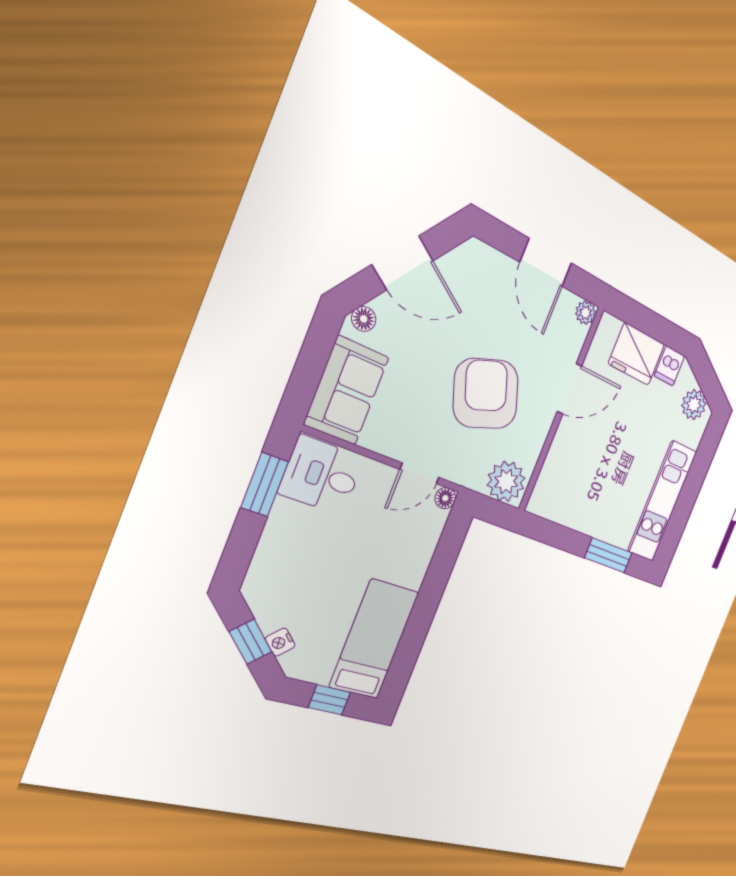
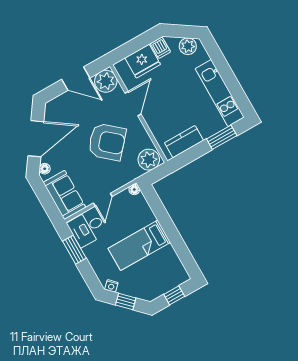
door: (403, 263) -> (36, 139), width x1.36
plant: (586, 313) -> (106, 81), width x1.87, depth x1.87
armchair: (486, 394) -> (107, 142), turned 151
door: (419, 473) -> (103, 200), moved
kitchen counter: (567, 510) -> (184, 142), added
bed: (374, 639) -> (139, 245), moved, turned -90
nightstand: (280, 642) -> (111, 286), moved

